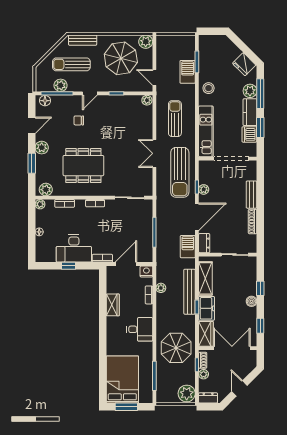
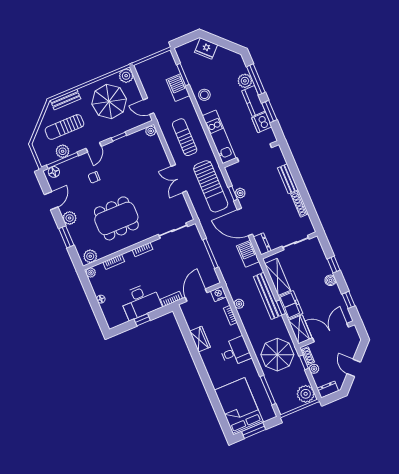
fridge: (244, 64) -> (206, 49), moved
door: (197, 217) -> (245, 222), swing flipped

